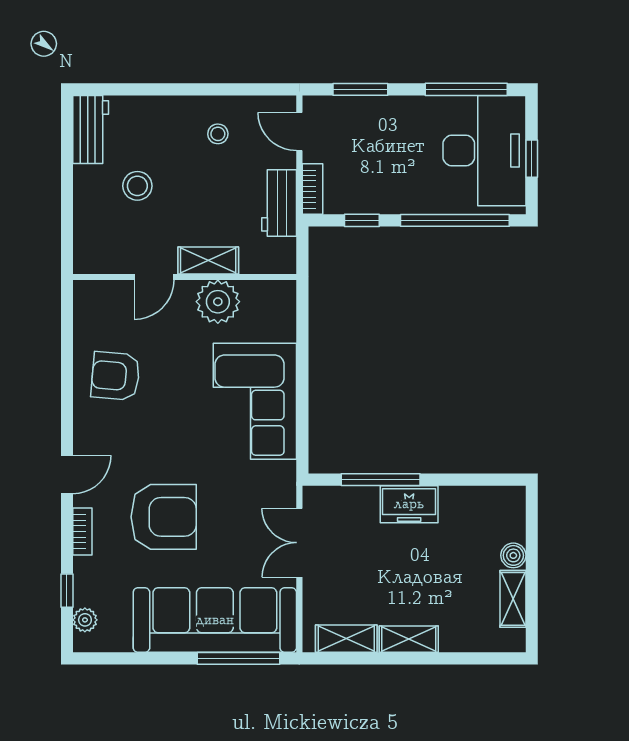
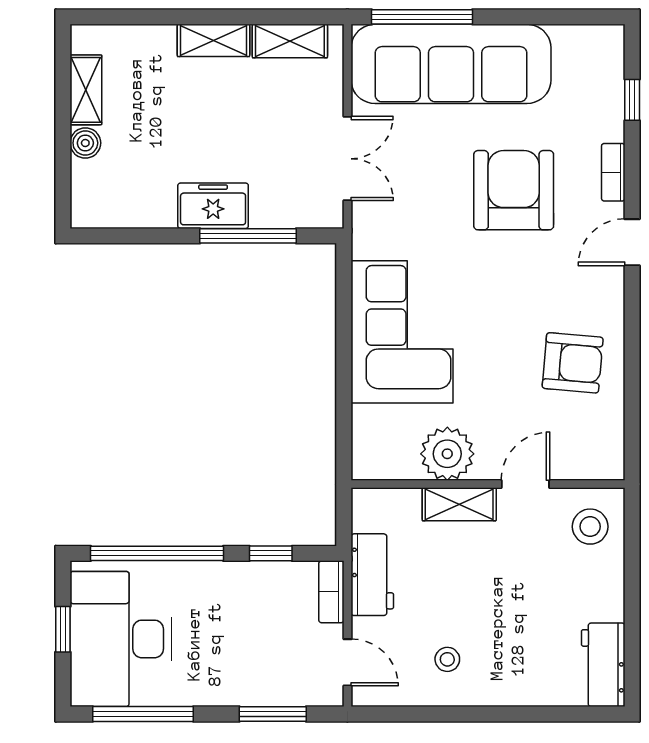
stool: (137, 186) -> (590, 527), moved
armchair: (164, 517) -> (514, 190), turned 90
plant: (85, 620) -> (610, 64), removed

